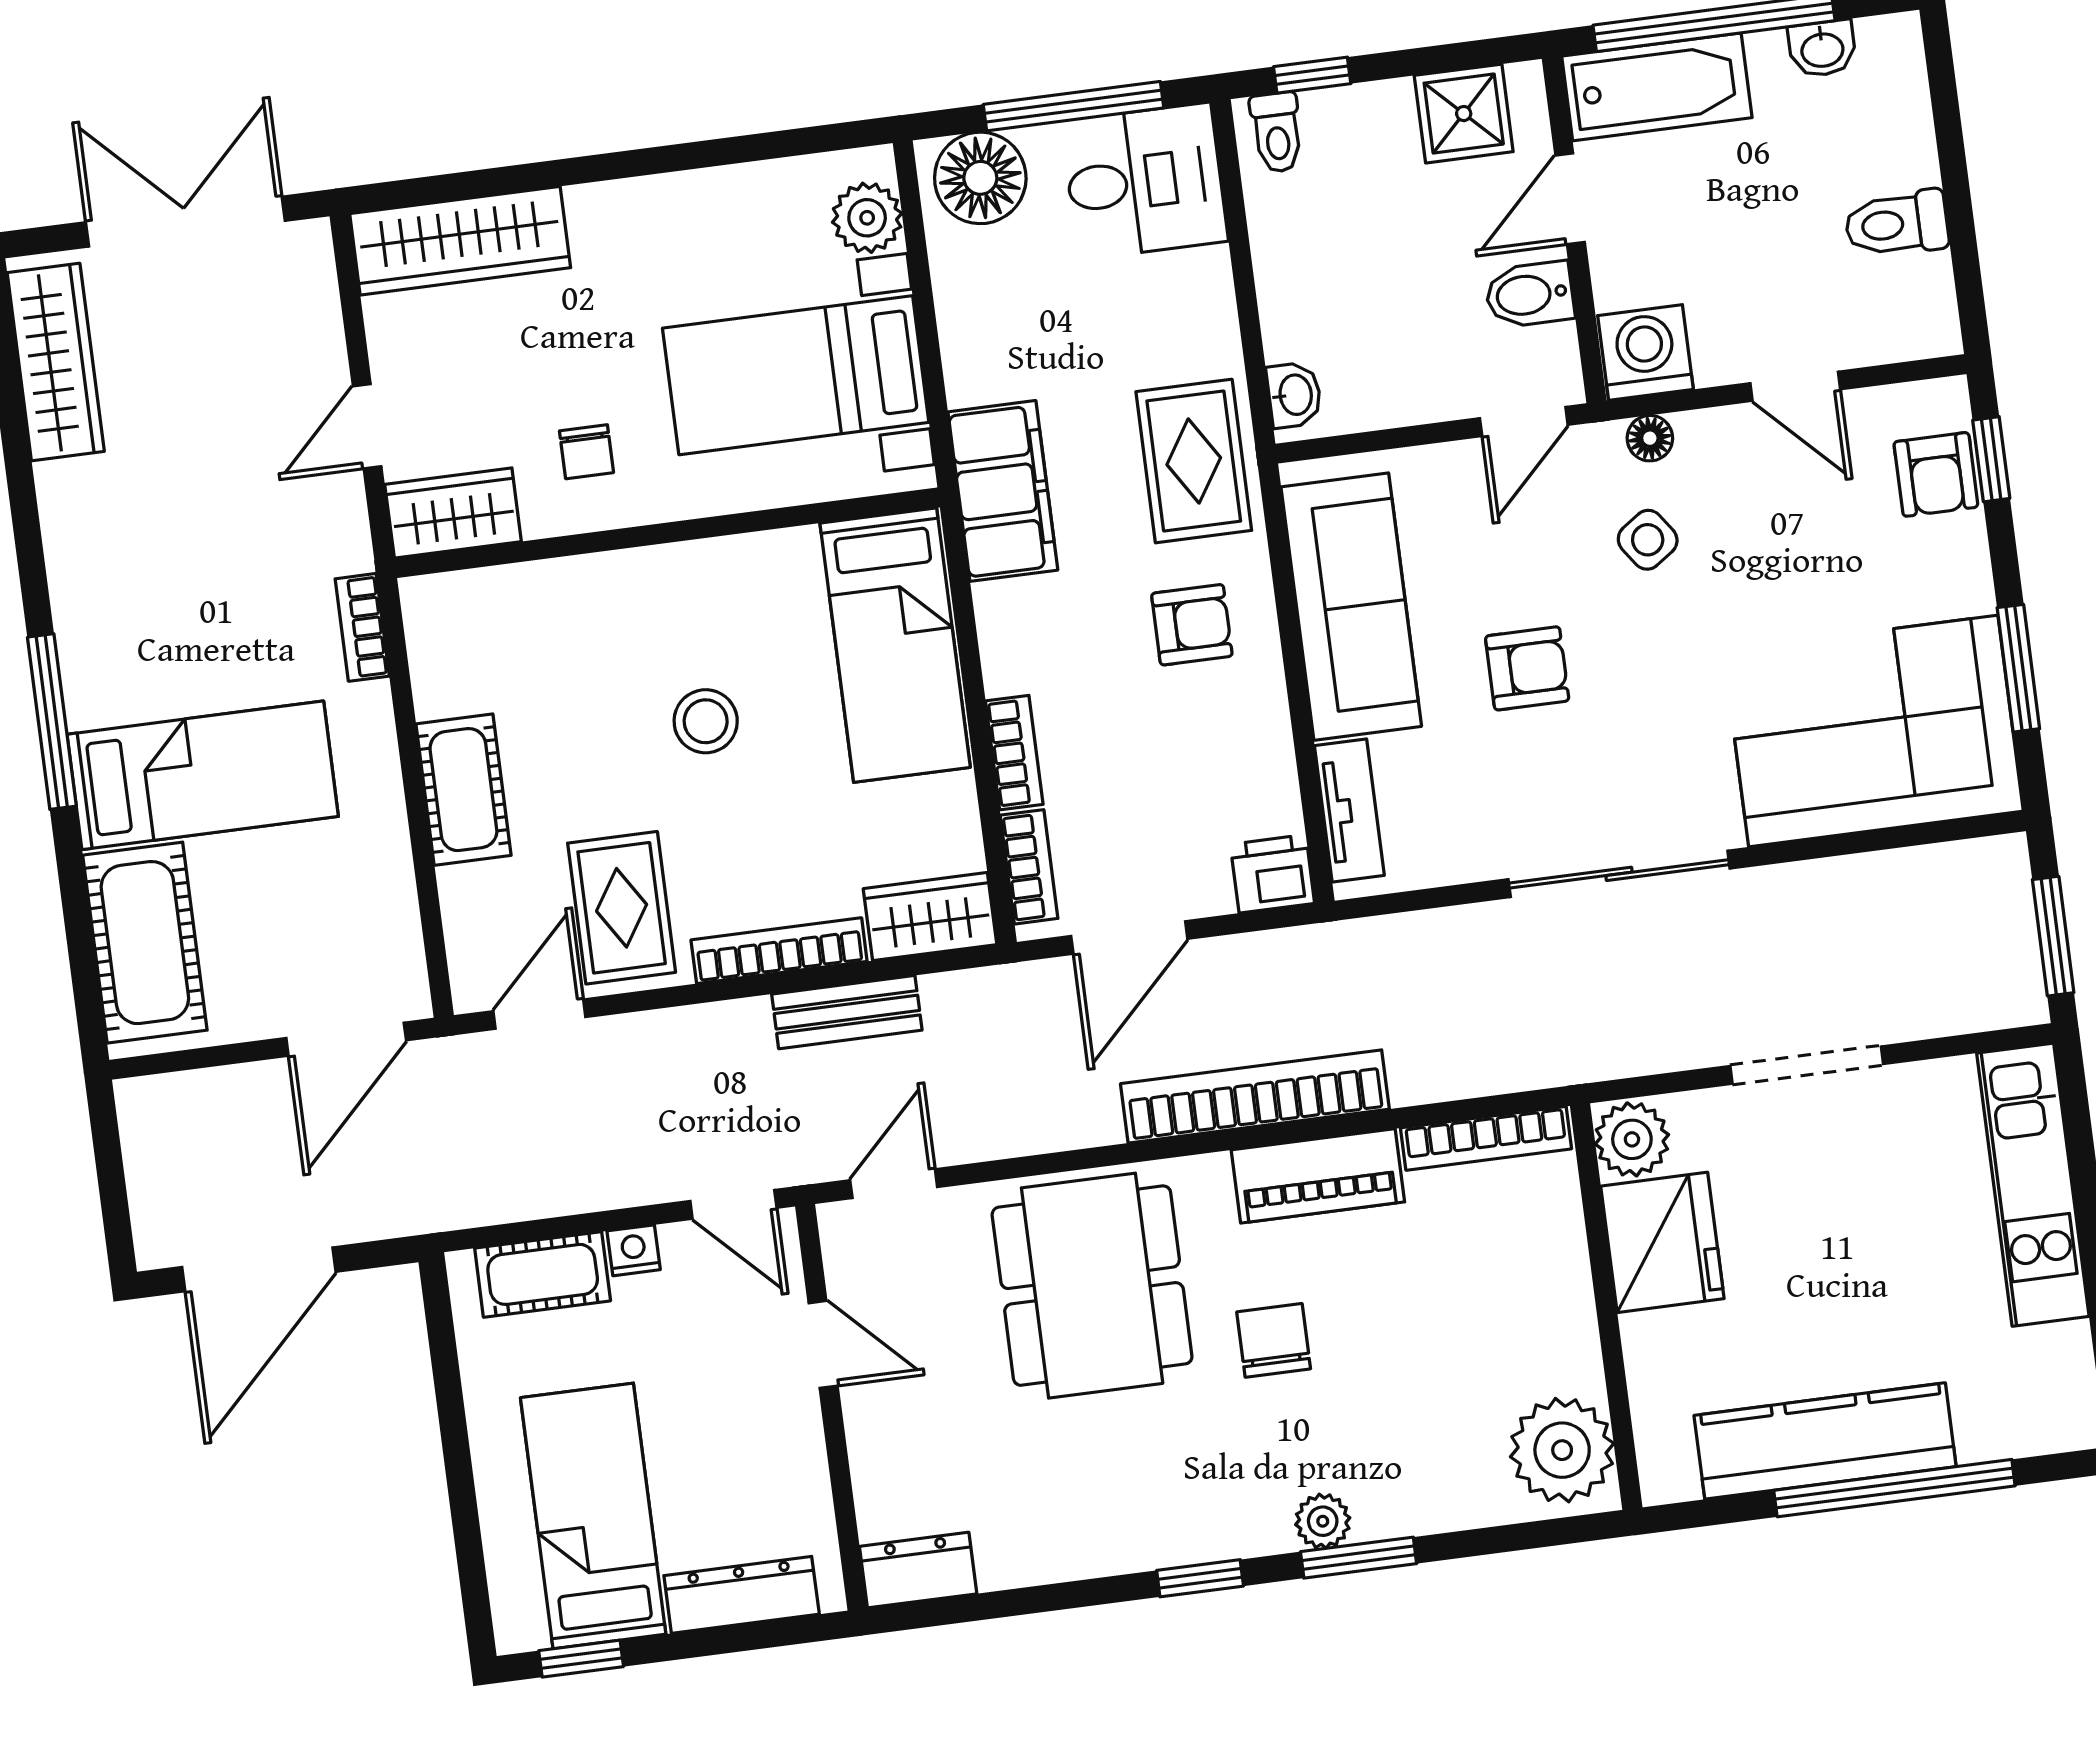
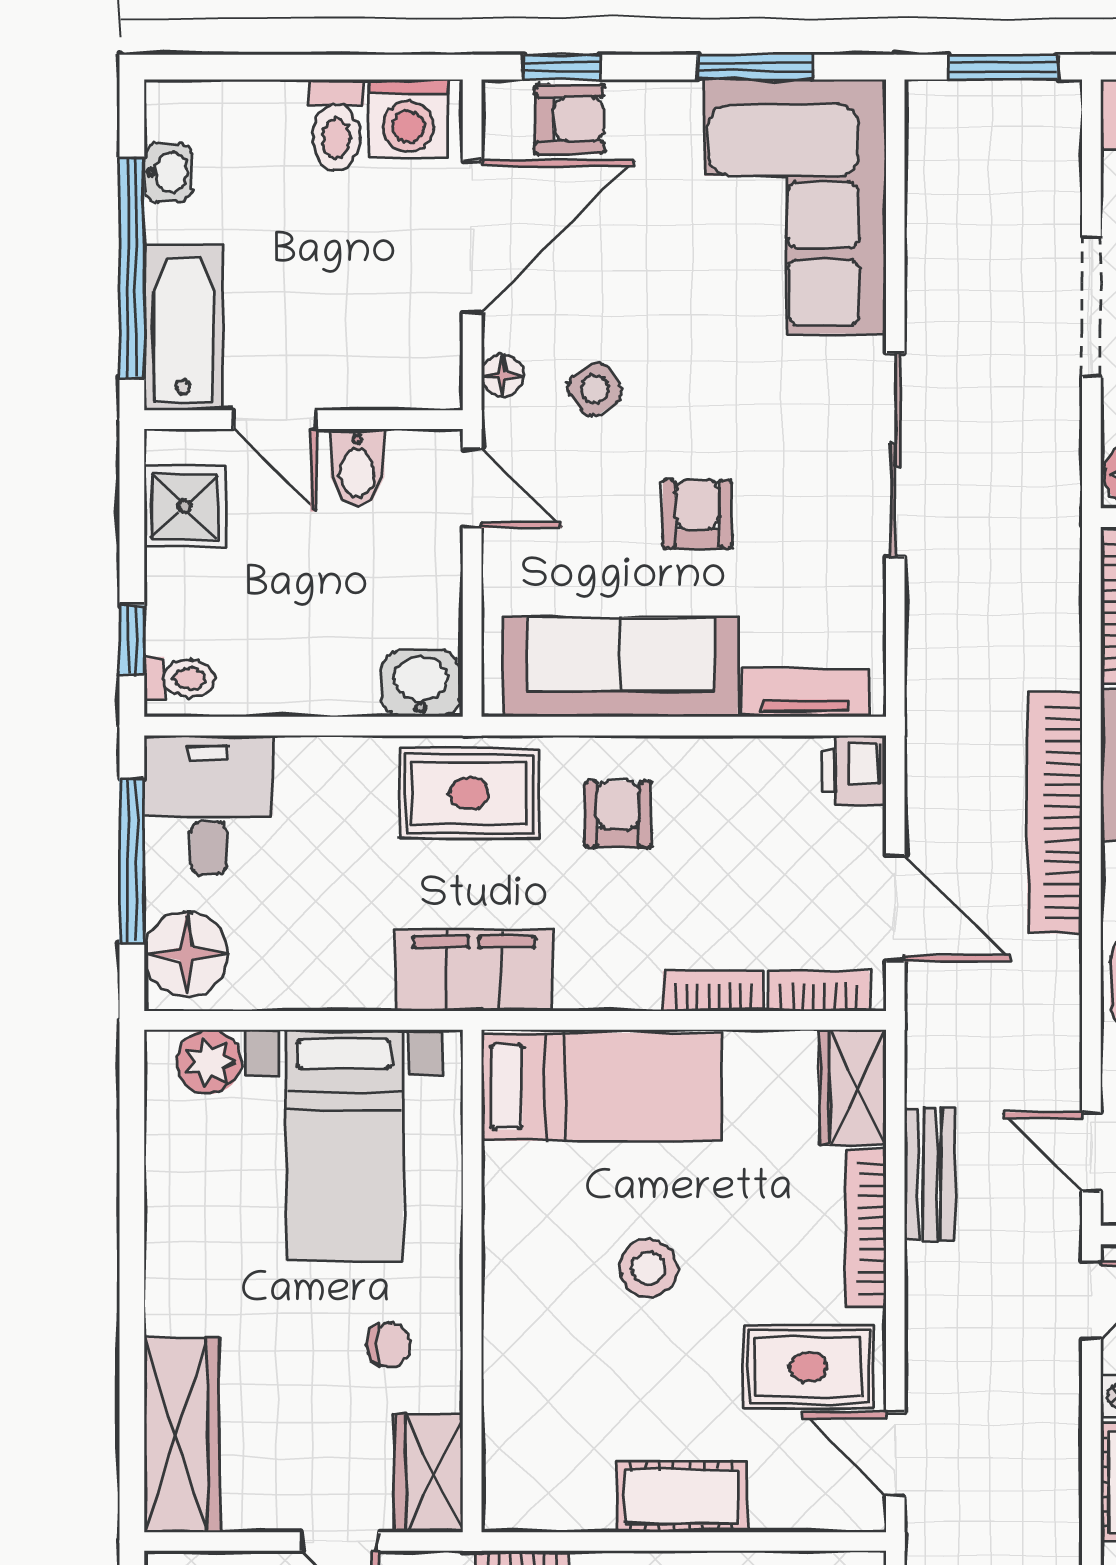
washing machine: (1645, 352) -> (408, 119), moved, turned -90
door: (1795, 386) -> (472, 237), width x1.88
washbasin: (1294, 395) -> (421, 684), width x1.38, depth x1.45

